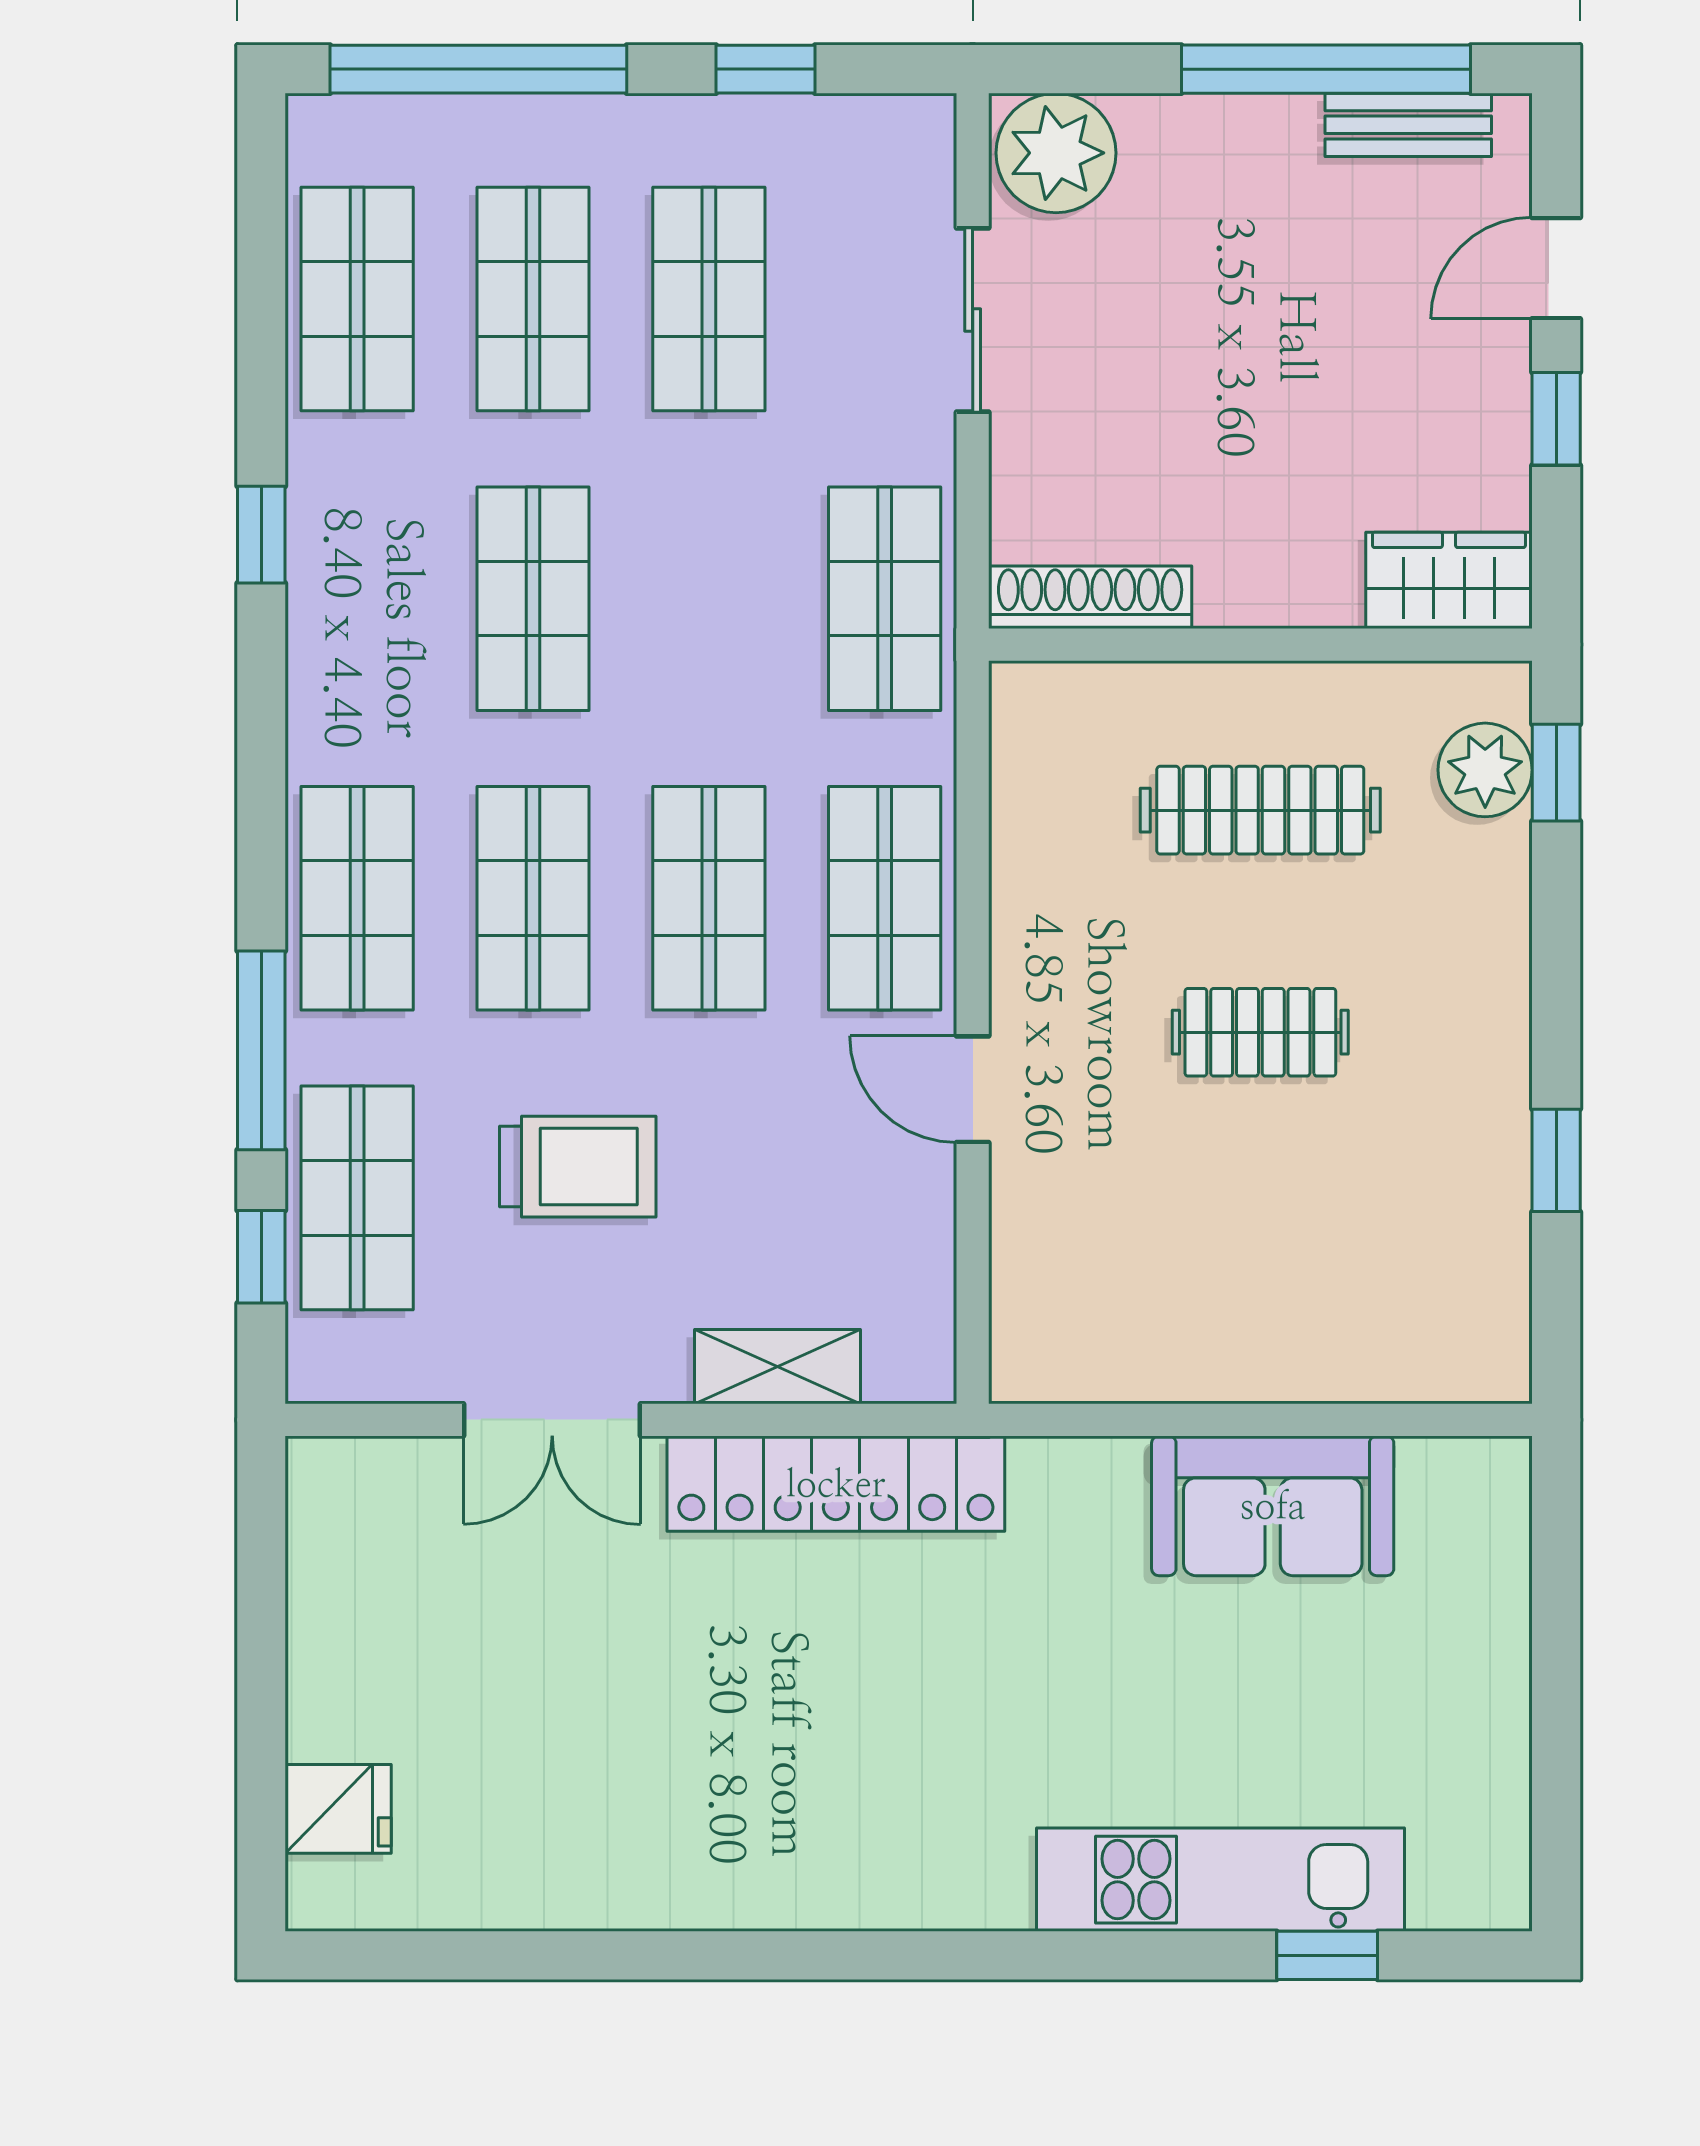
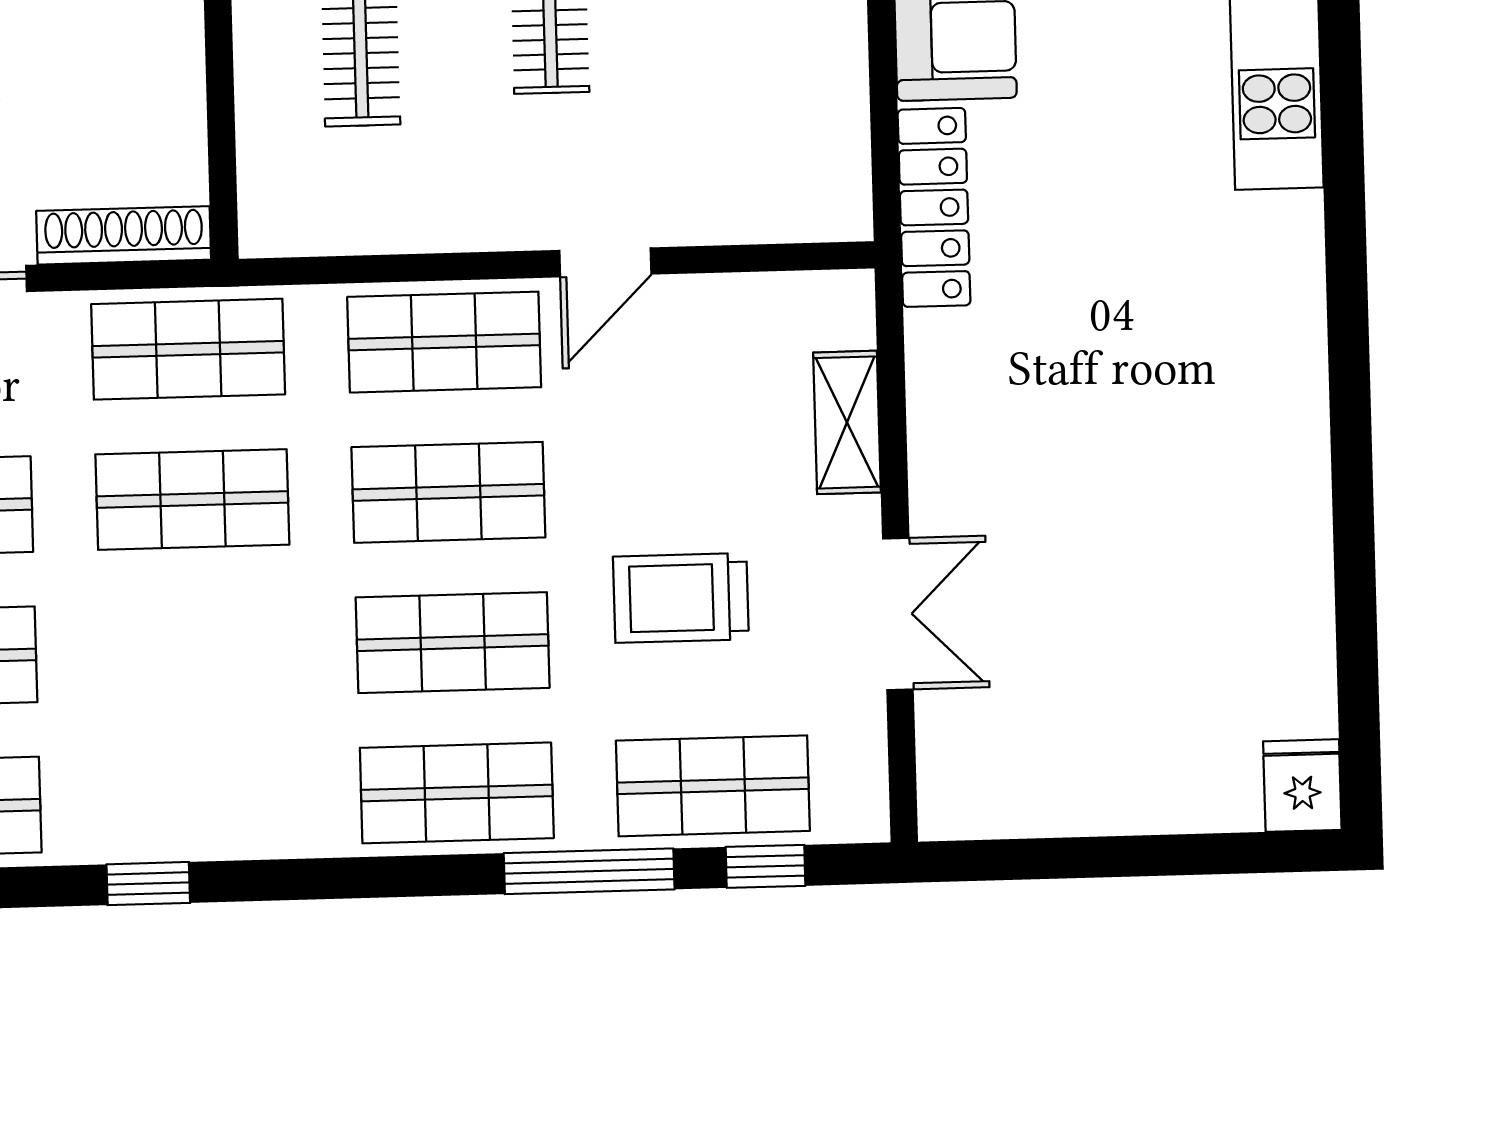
shoe rack: (1090, 597) -> (124, 235), moved, turned 90
shop shelf: (533, 599) -> (192, 499), moved
trolley: (578, 1167) -> (681, 598), turned -90
locker: (836, 1484) -> (934, 207), moved, width x0.71, depth x0.83
fridge: (338, 1809) -> (1302, 786), moved

